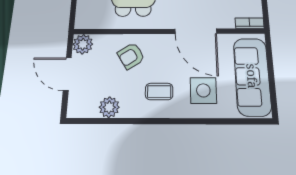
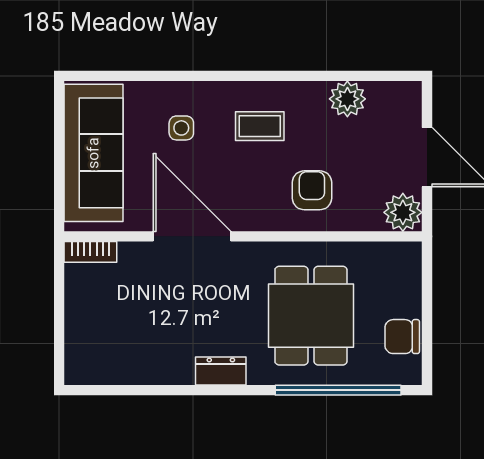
armchair: (131, 56) -> (312, 190), turned -58
side table: (203, 90) -> (181, 128), width x0.54, depth x0.54

